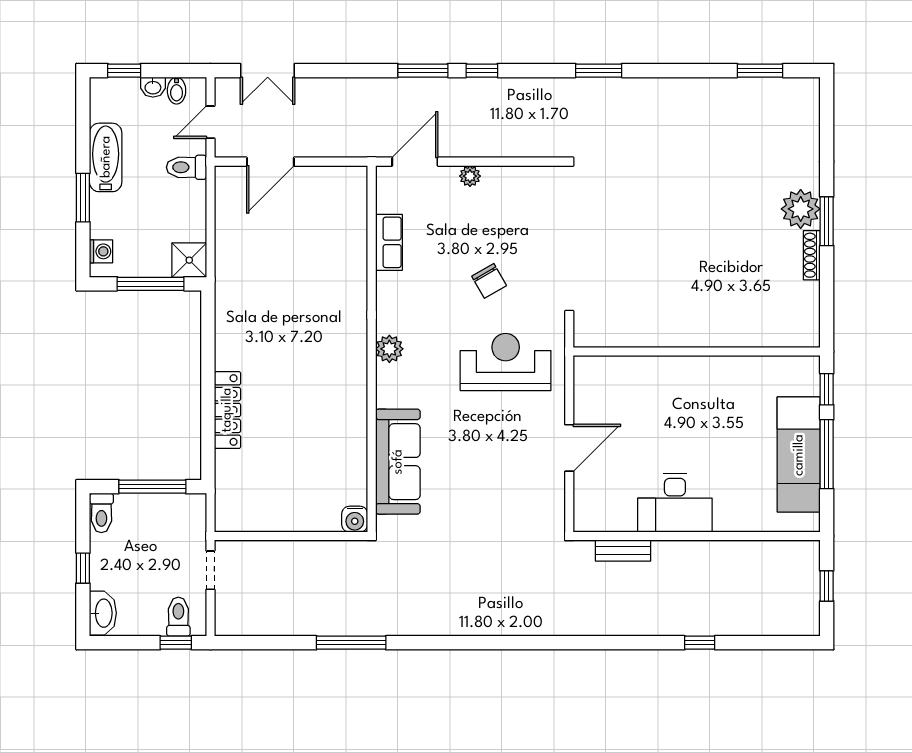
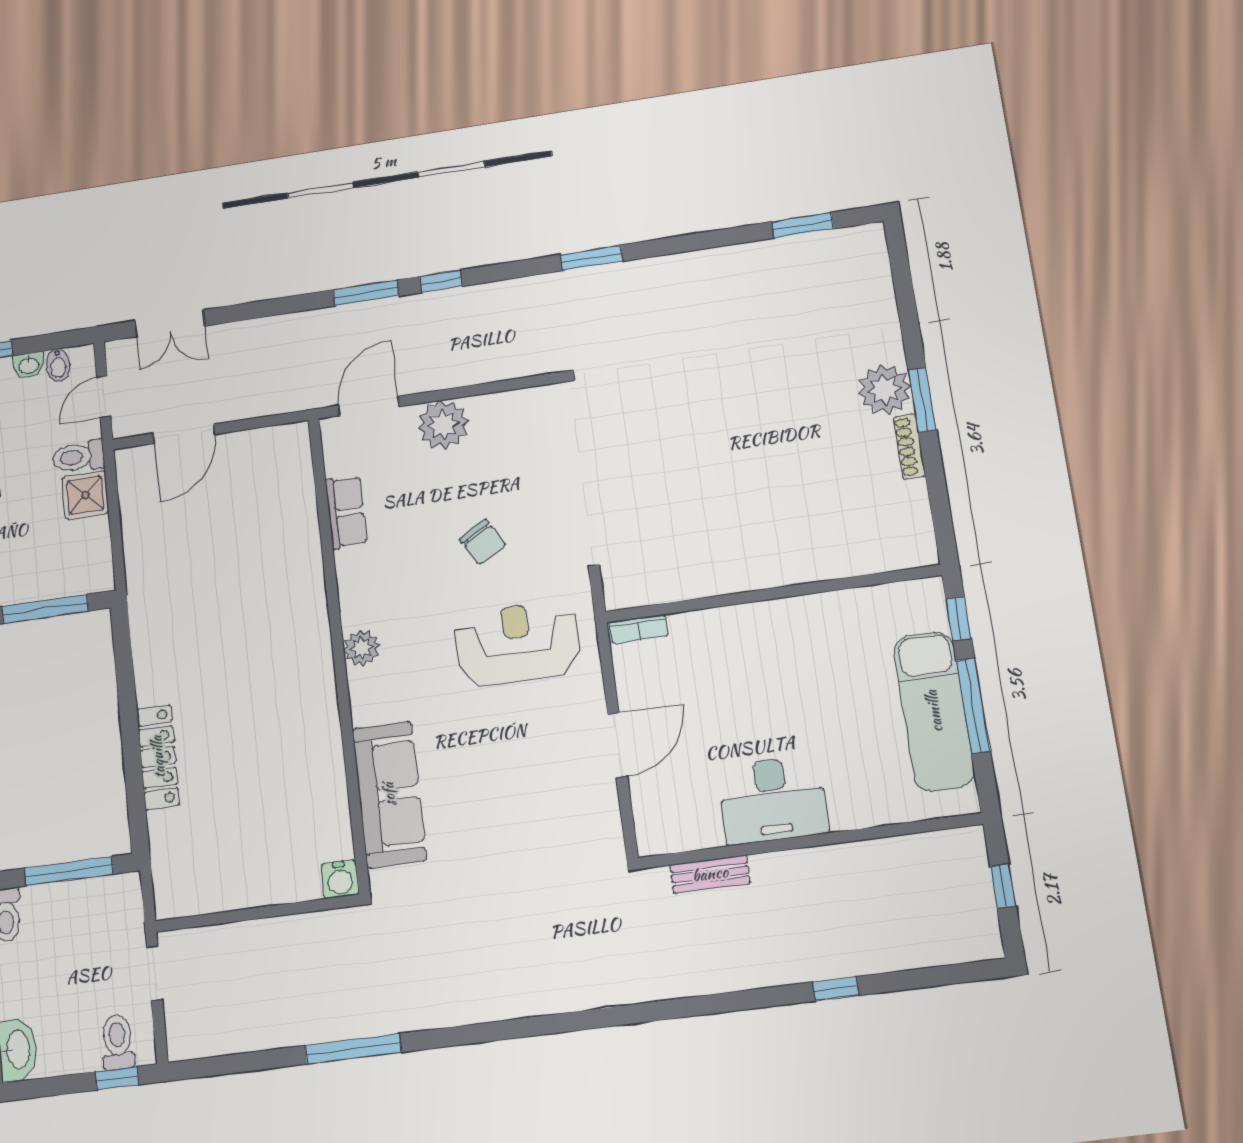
plant: (470, 176) -> (443, 425), width x1.88, depth x1.88
shower: (189, 260) -> (85, 495), moved
bookcase: (596, 364) -> (639, 629), added

